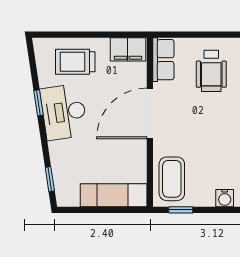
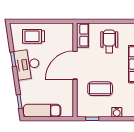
filing cabinet: (128, 49) -> (63, 30), removed
wheelchair: (211, 71) -> (109, 41), turned 180
coffee table: (172, 179) -> (100, 89), moved, turned 90
exam couch: (114, 195) -> (42, 111), moved

